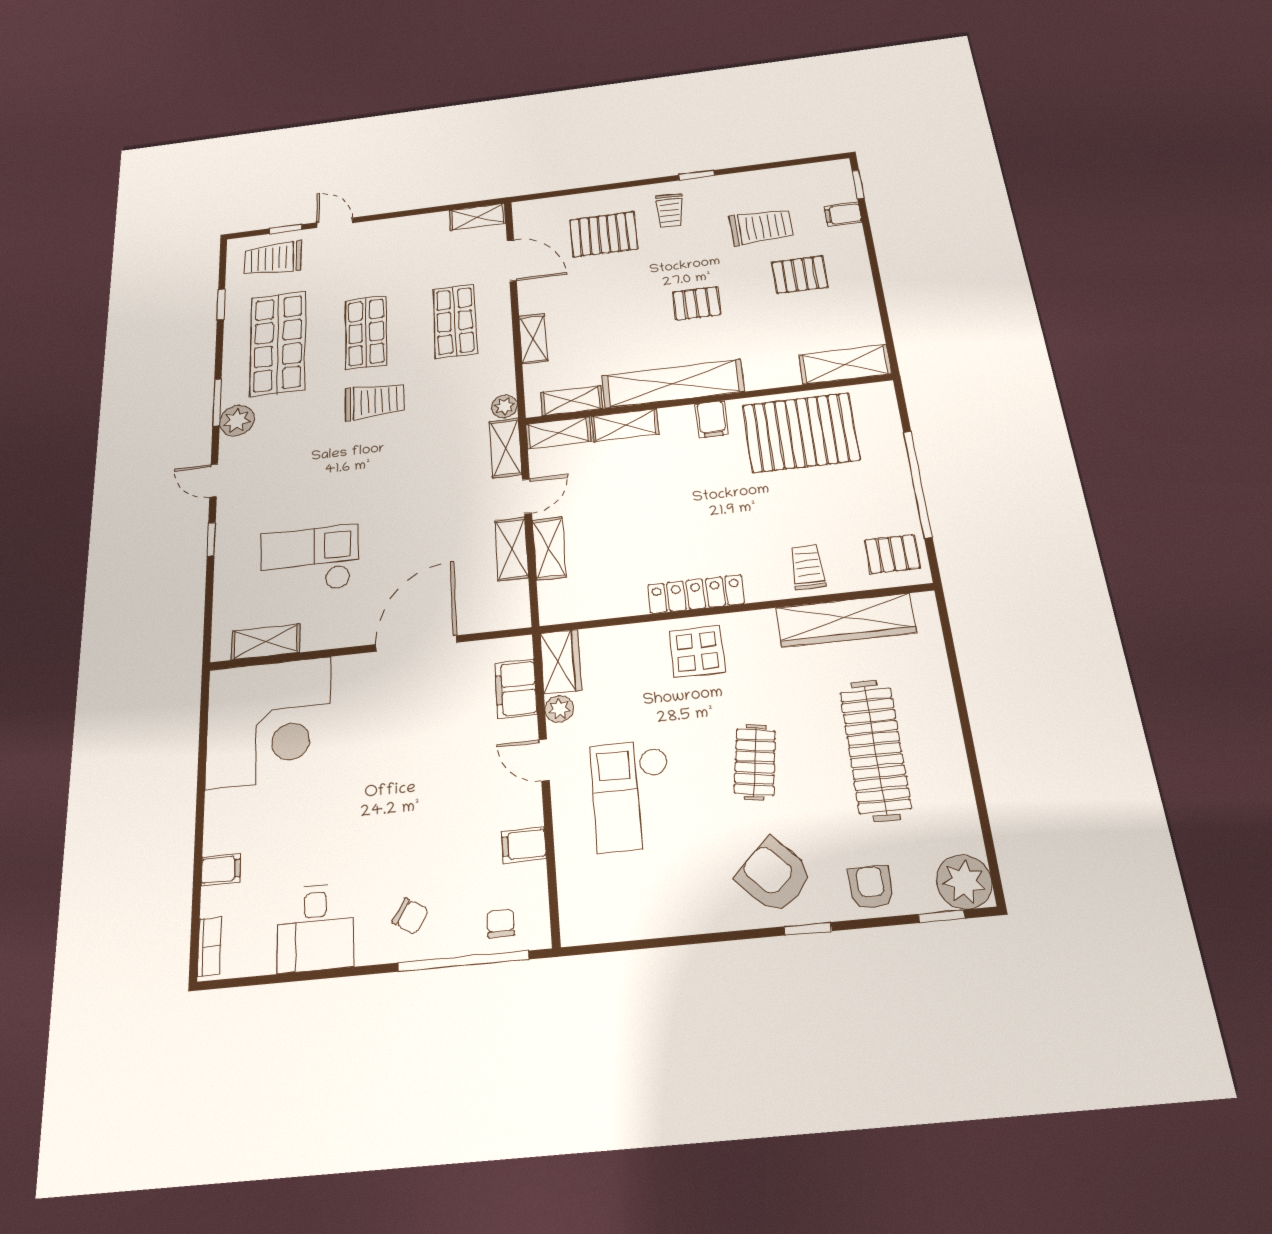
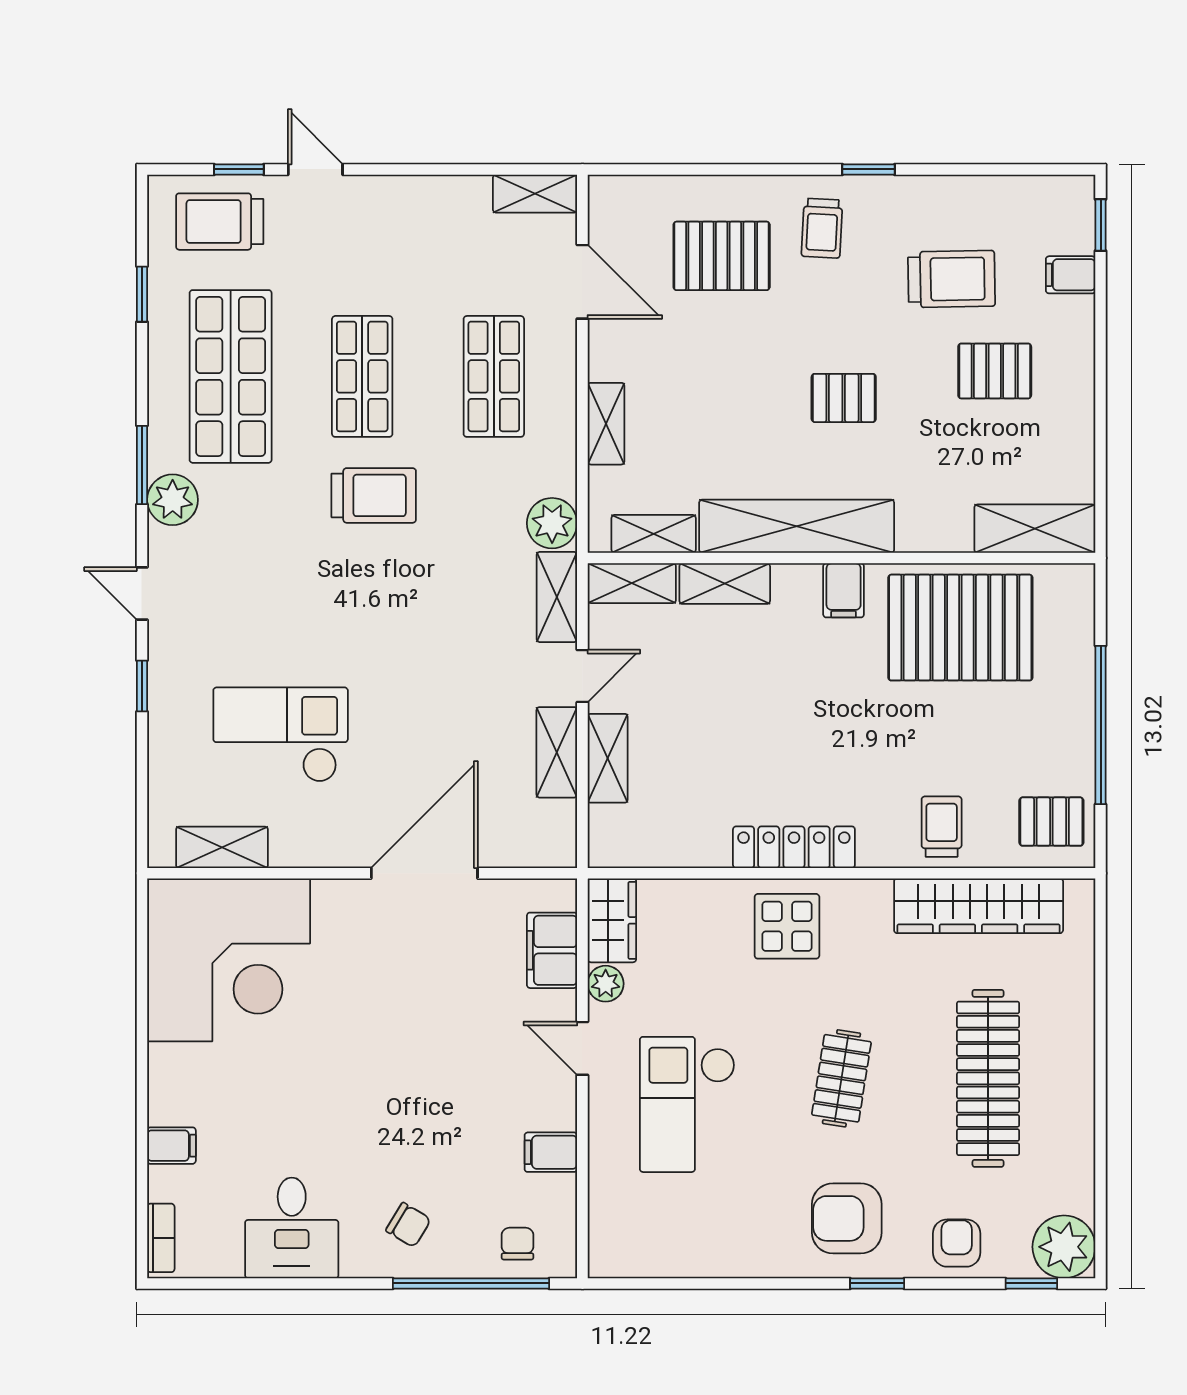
plant: (504, 406) -> (552, 523), width x1.38, depth x1.38
armchair: (774, 876) -> (847, 1218), turned -46

